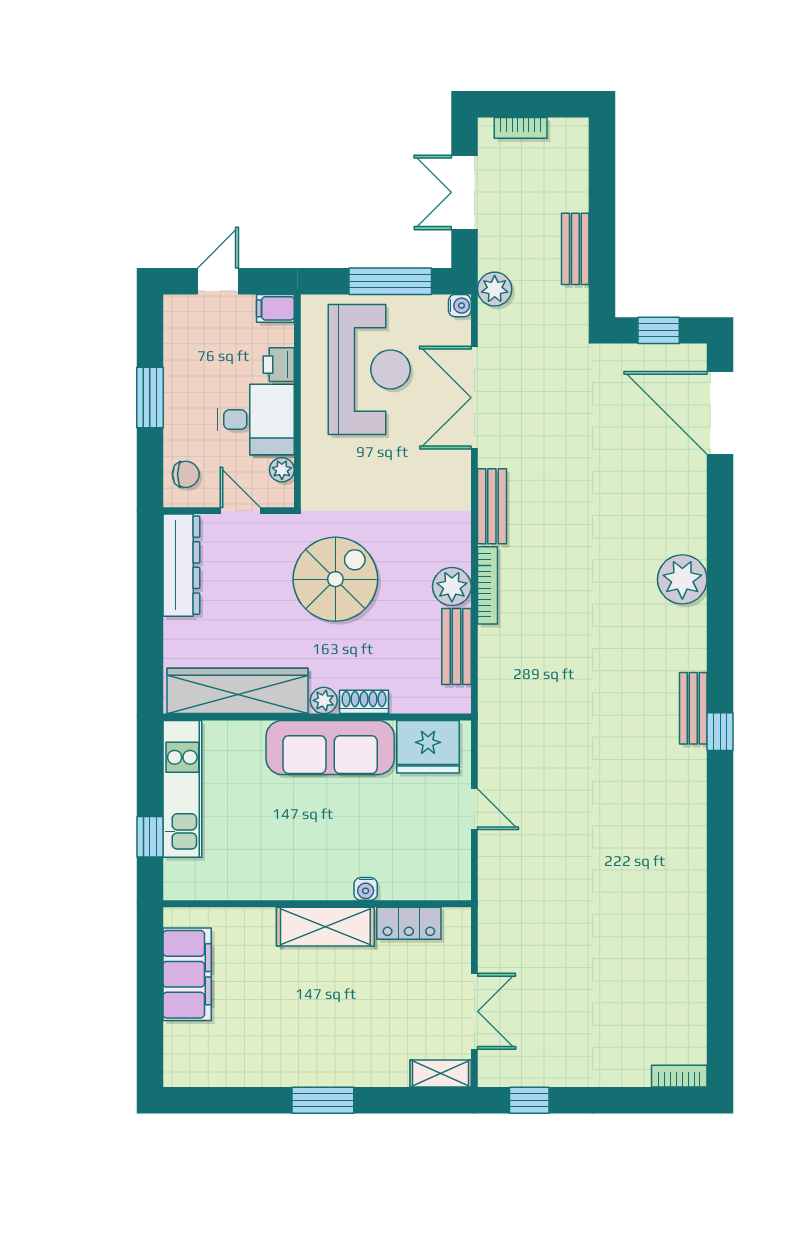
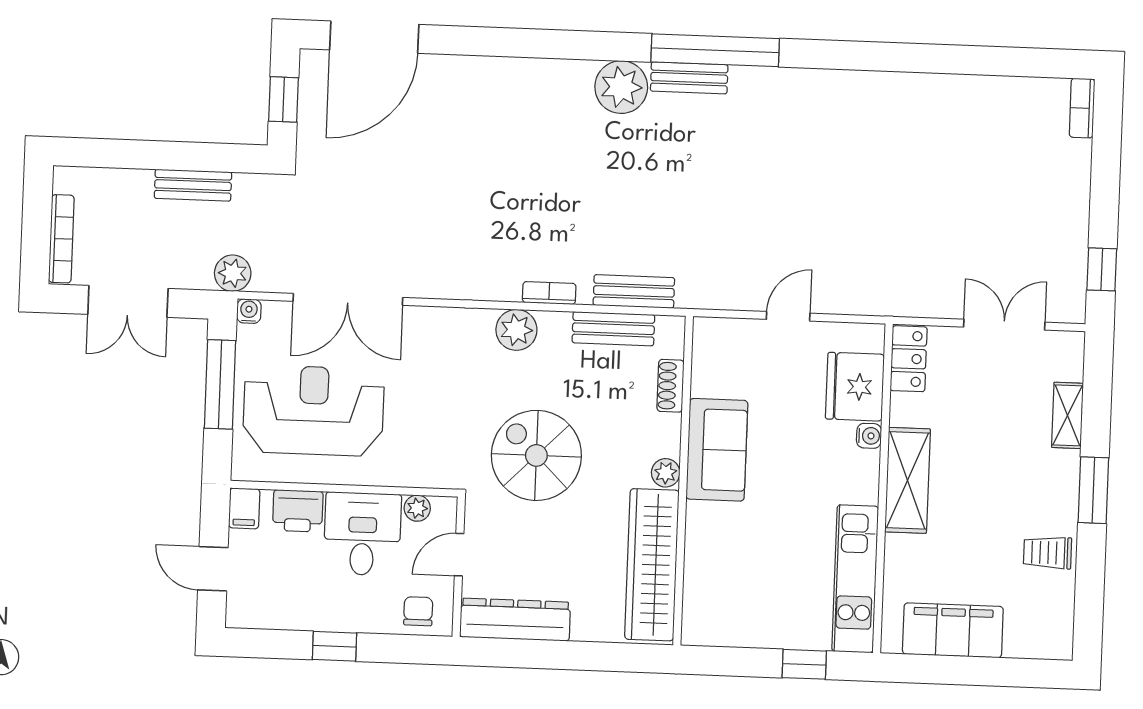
bookcase: (521, 128) -> (61, 239), width x1.56
printer: (279, 365) -> (298, 511), width x1.36, depth x1.24
window: (150, 398) -> (334, 646), width x0.67
bench: (492, 506) -> (634, 291), moved
plant: (682, 579) -> (621, 87), moved
bookcase: (487, 585) -> (549, 293), width x0.64
plant: (452, 587) -> (516, 330), moved
shoe rack: (364, 702) -> (670, 386), moved
window: (720, 732) -> (715, 50), width x3.17
sofa: (330, 747) -> (717, 450), width x0.73
fridge: (428, 747) -> (855, 387), moved, turned 180
kitchen unit: (182, 789) -> (855, 579), moved, turned -90
locker: (409, 923) -> (909, 359), moved
trolley: (263, 1060) -> (1048, 553), added
shelving: (441, 1074) -> (1067, 415), moved

